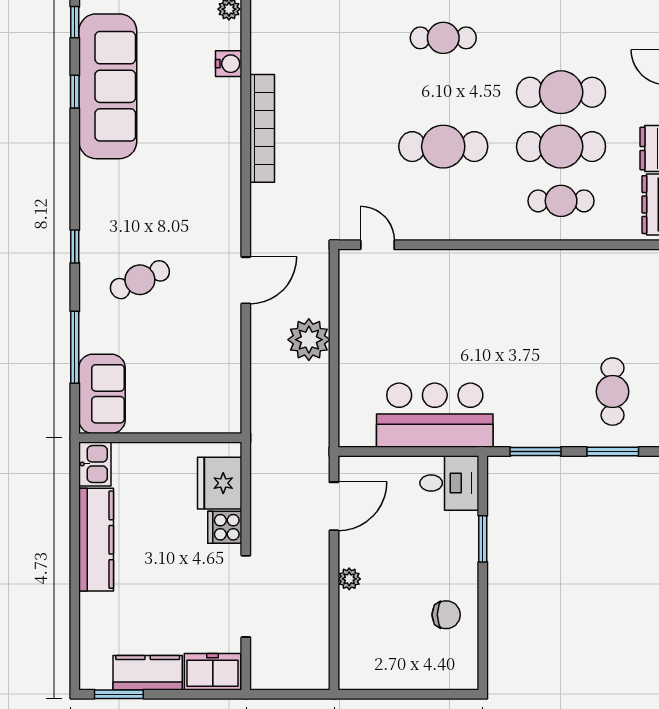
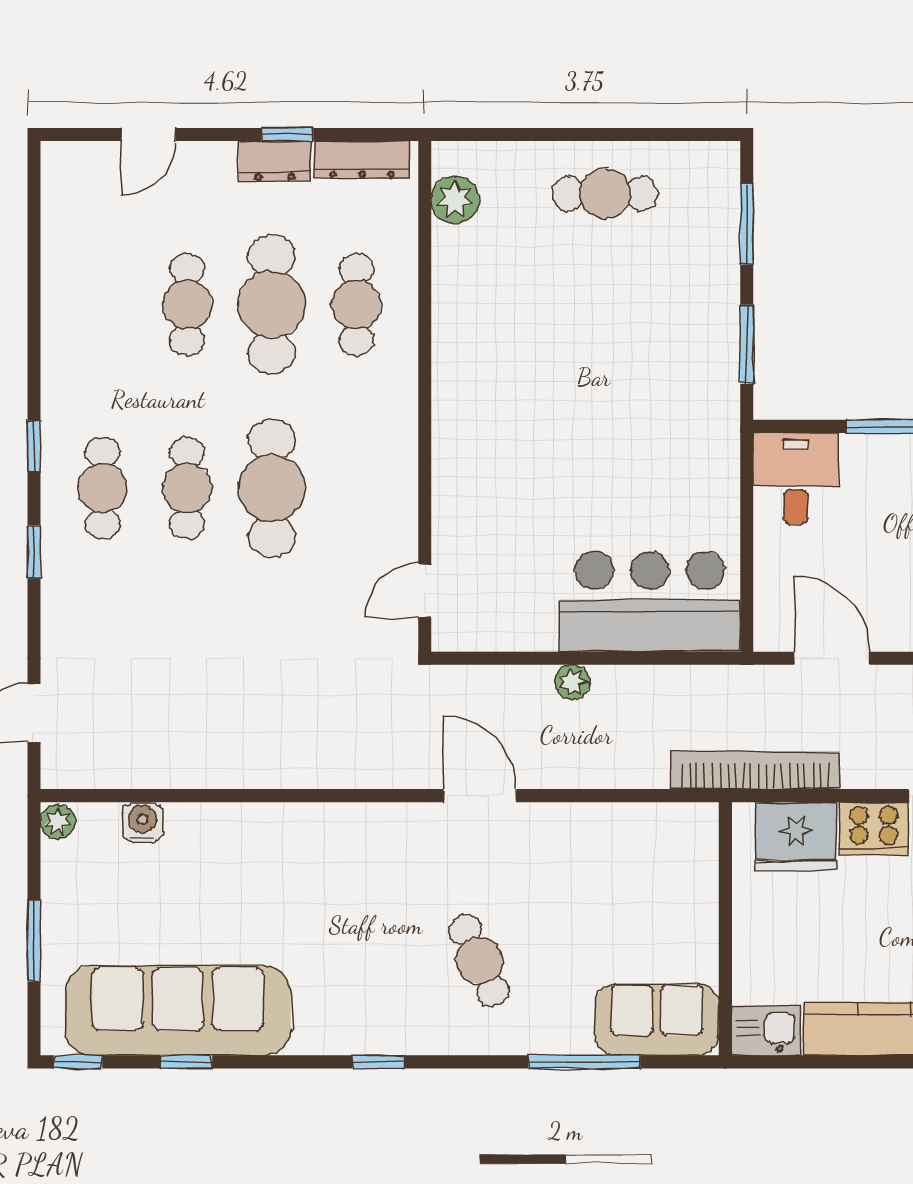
cafe table: (443, 92) -> (187, 488), added
cafe table: (561, 92) -> (187, 305), width x0.73, depth x0.74
bookcase: (262, 128) -> (755, 770), moved
window: (75, 246) -> (378, 1062), moved
plant: (628, 264) -> (455, 200), added
plant: (309, 340) -> (572, 682), width x0.53, depth x0.53
cafe table: (613, 392) -> (605, 194), moved
bar counter: (435, 415) -> (650, 602), moved, turned 90
cooker: (225, 527) -> (874, 828), width x1.36

